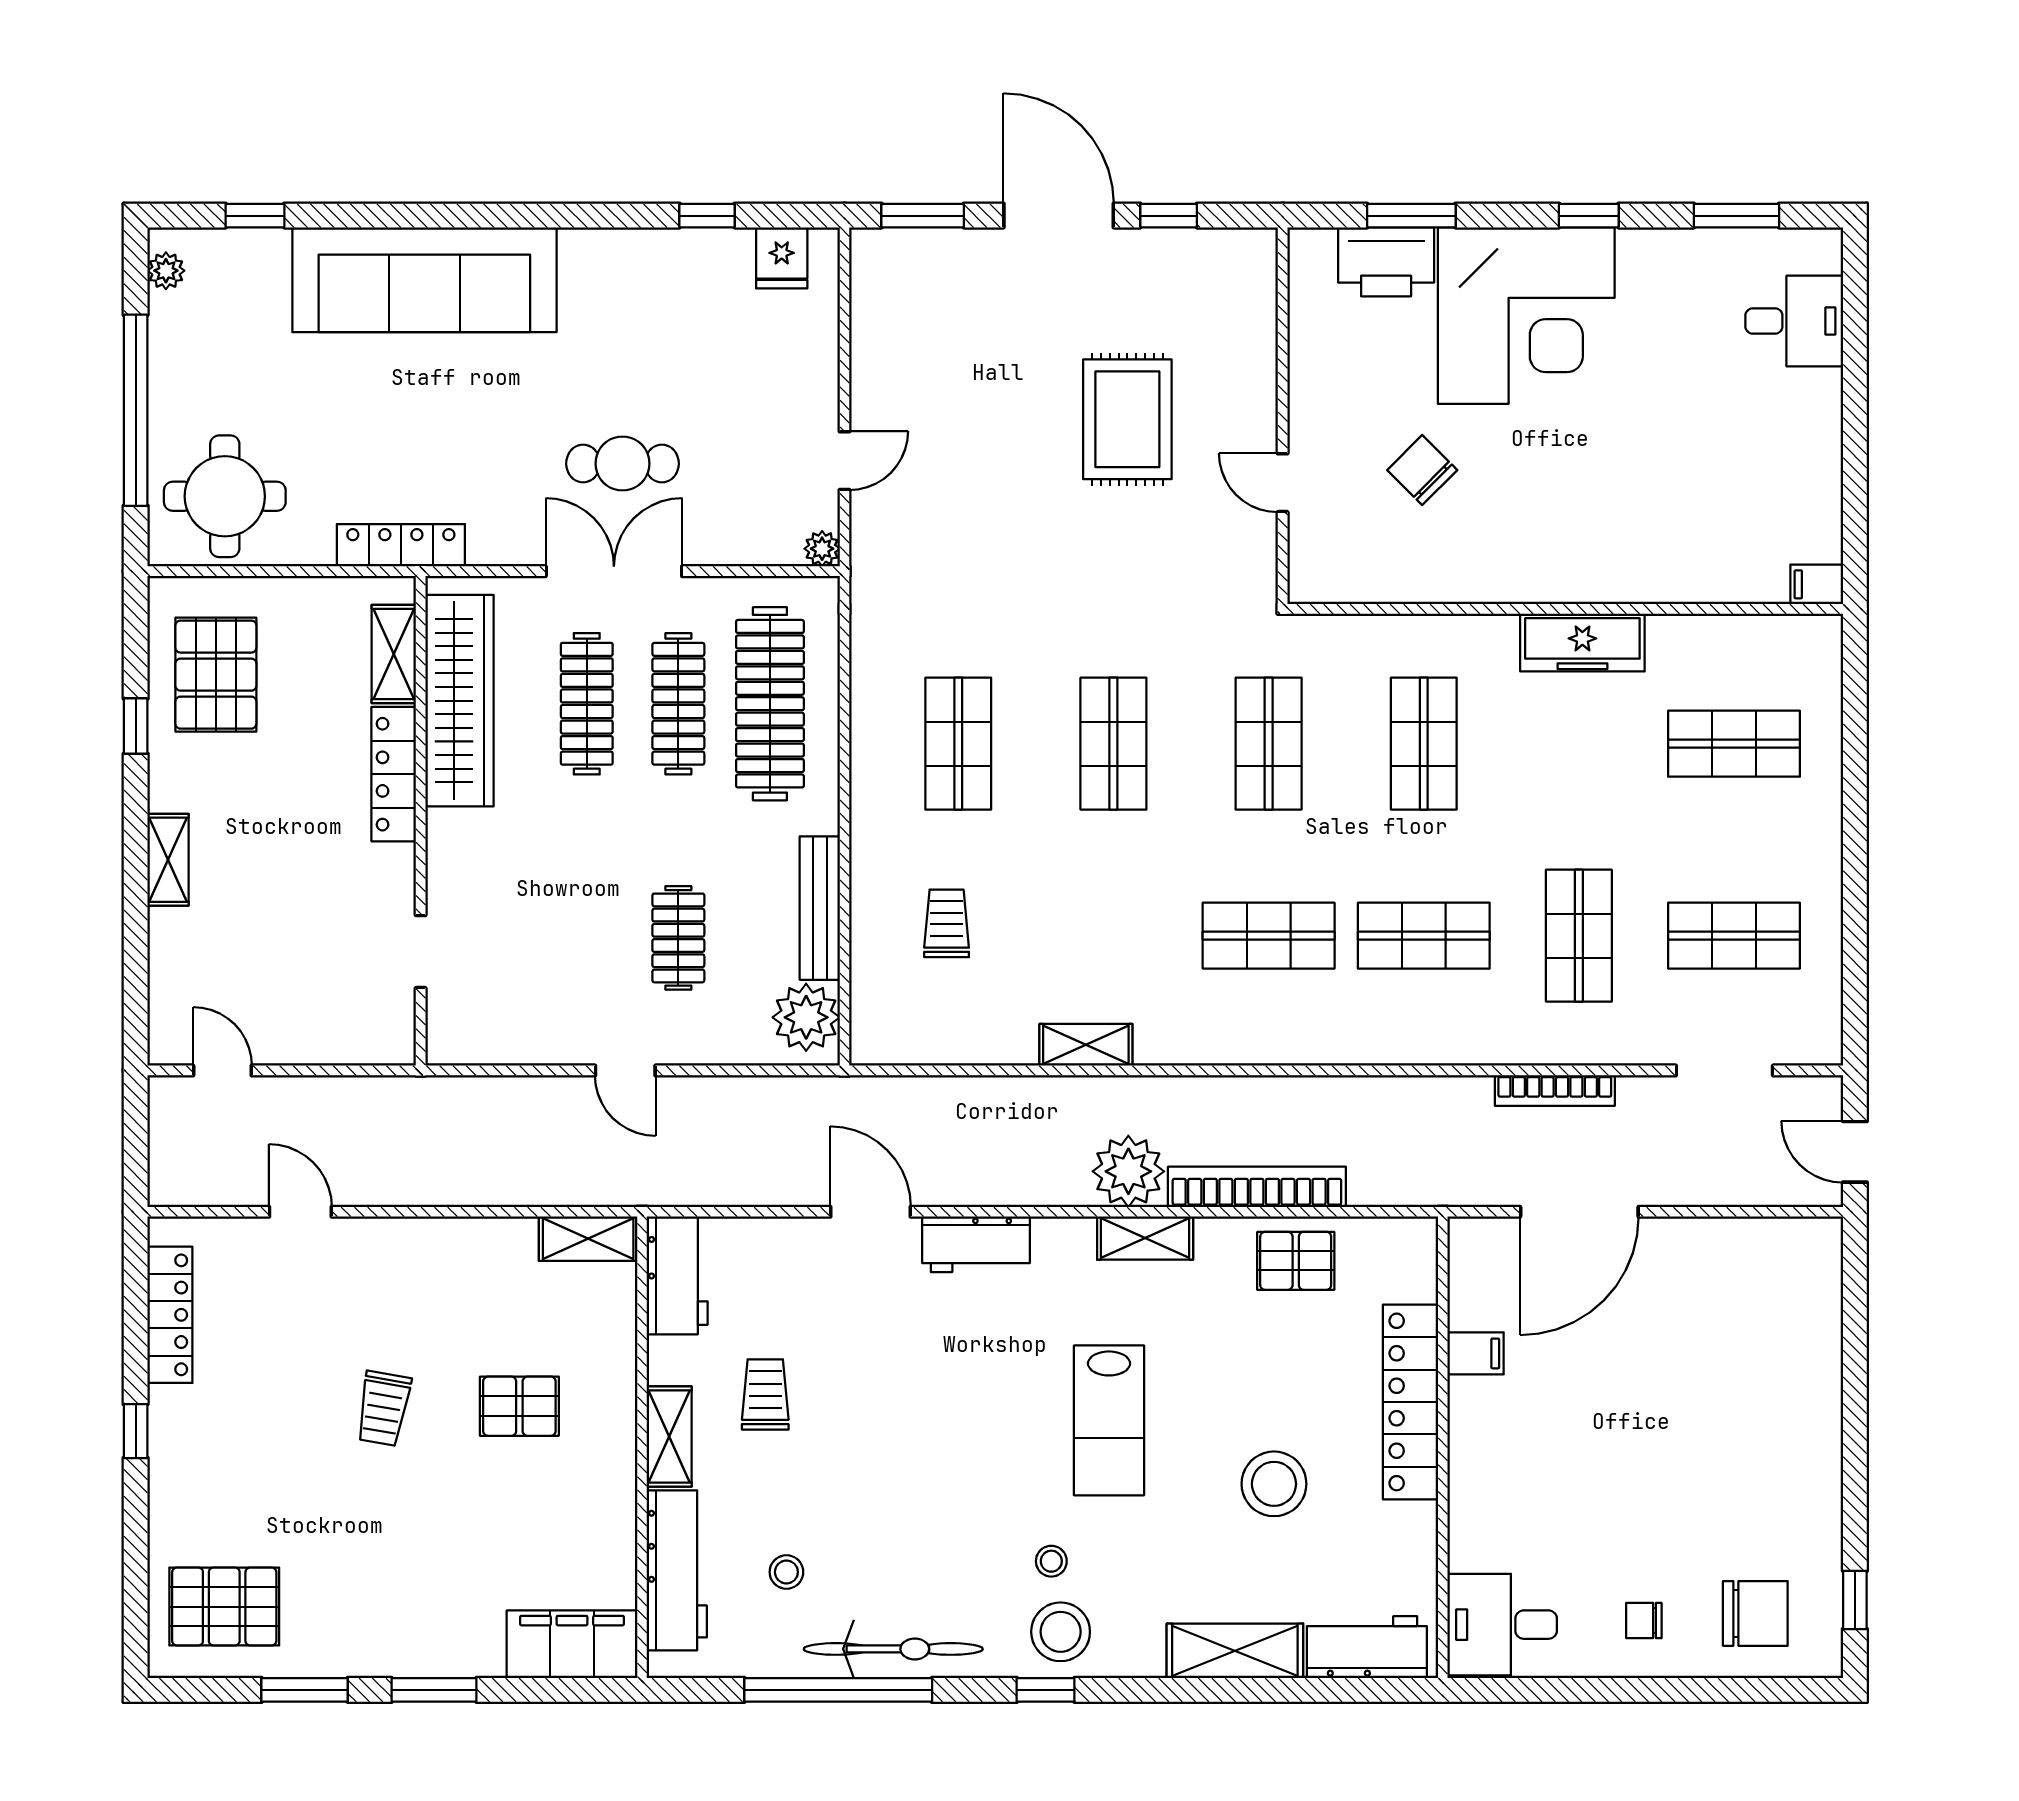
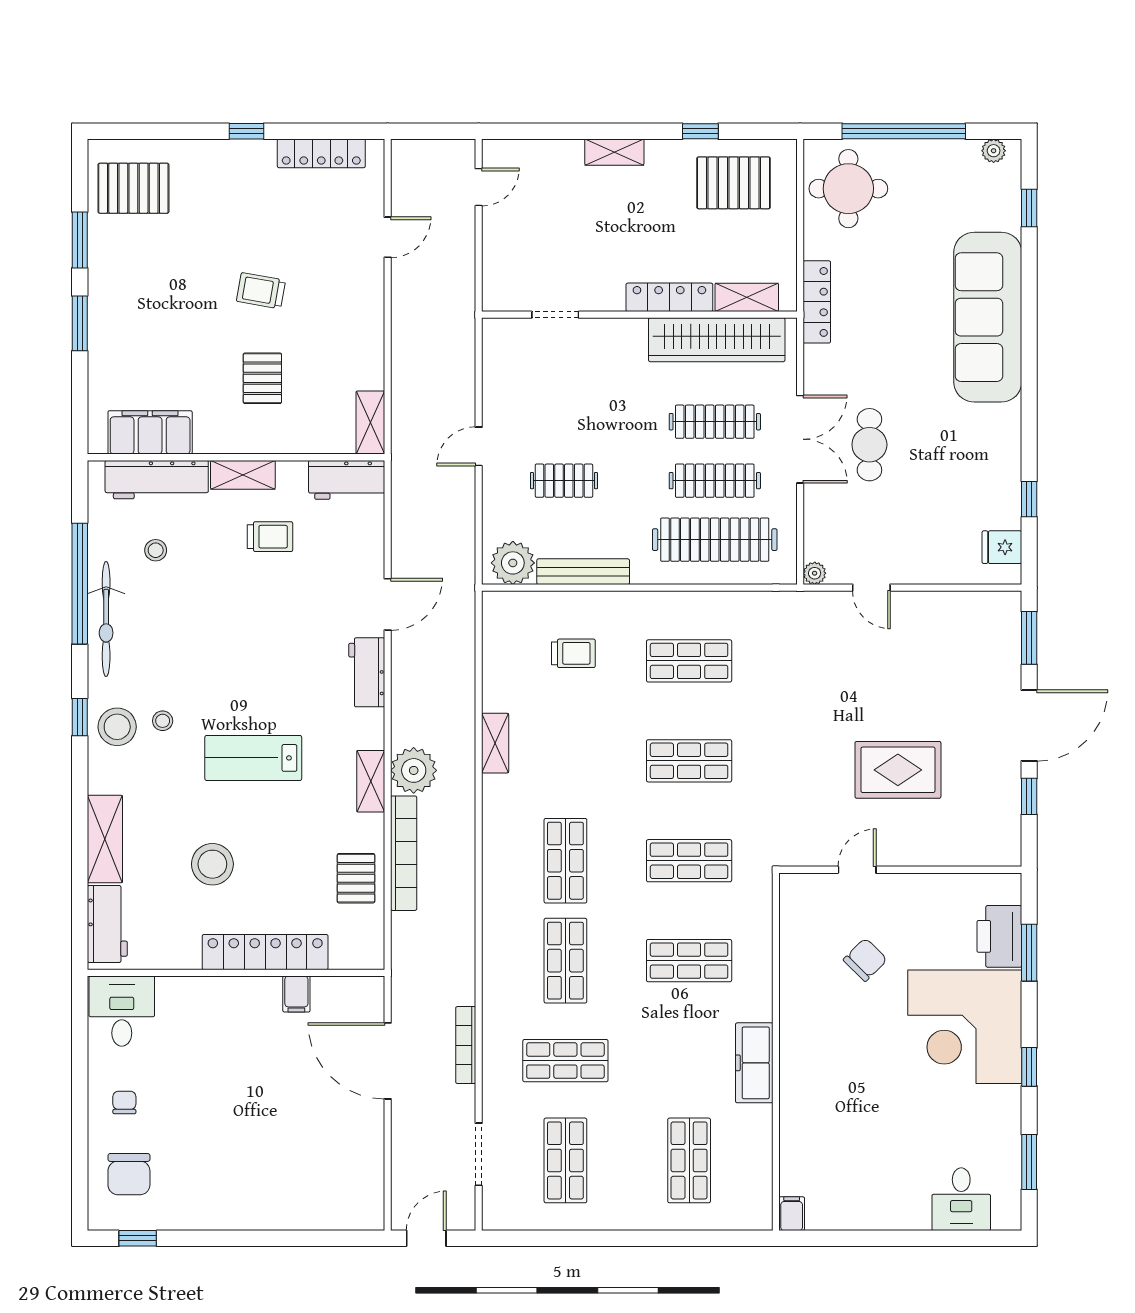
pallet: (224, 1607) -> (133, 188), turned 90
filing cabinet: (572, 1644) -> (150, 432), moved, turned -90

